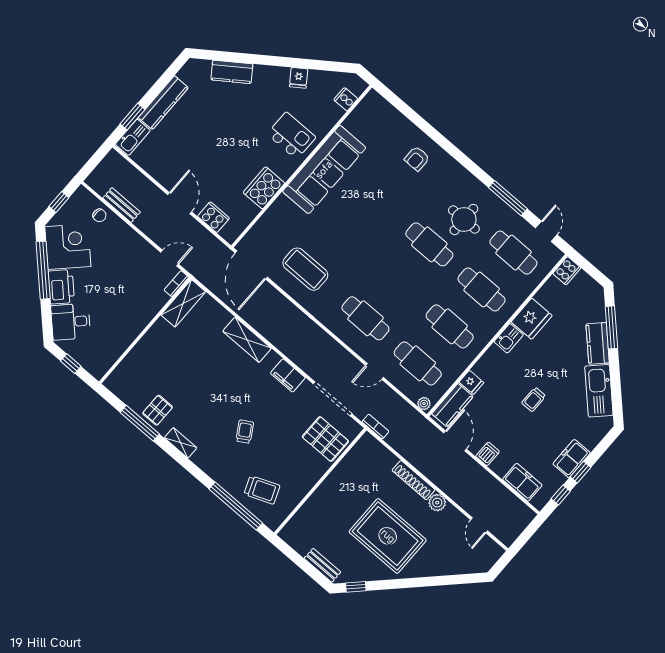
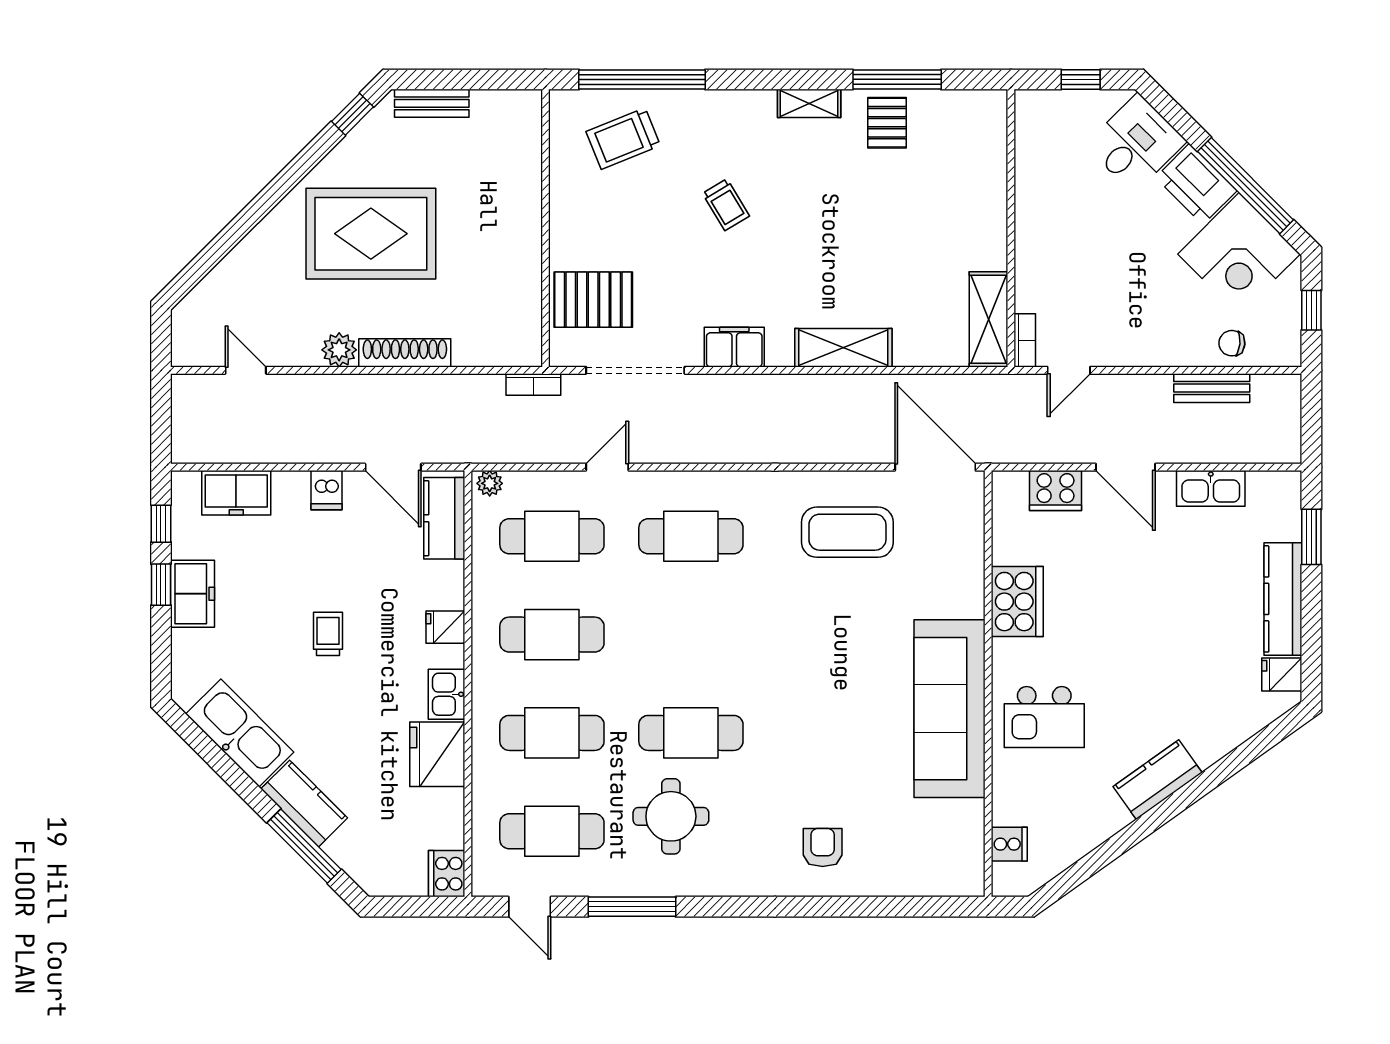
kitchen counter: (232, 72) -> (1158, 780), moved
fridge: (299, 78) -> (1282, 674), moved, turned -54
kitchen sink: (133, 137) -> (1211, 488), moved, turned -90
fridge: (471, 382) -> (445, 627), moved

